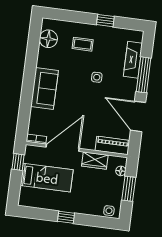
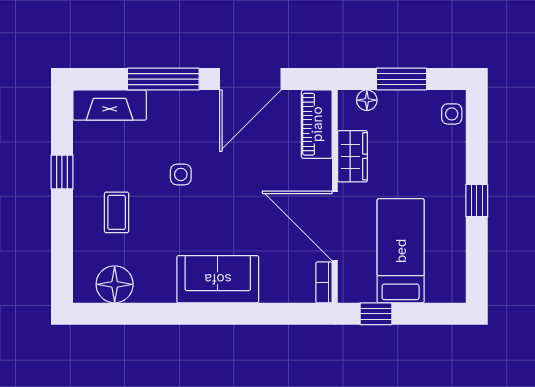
fireplace: (133, 60) -> (110, 105), moved

